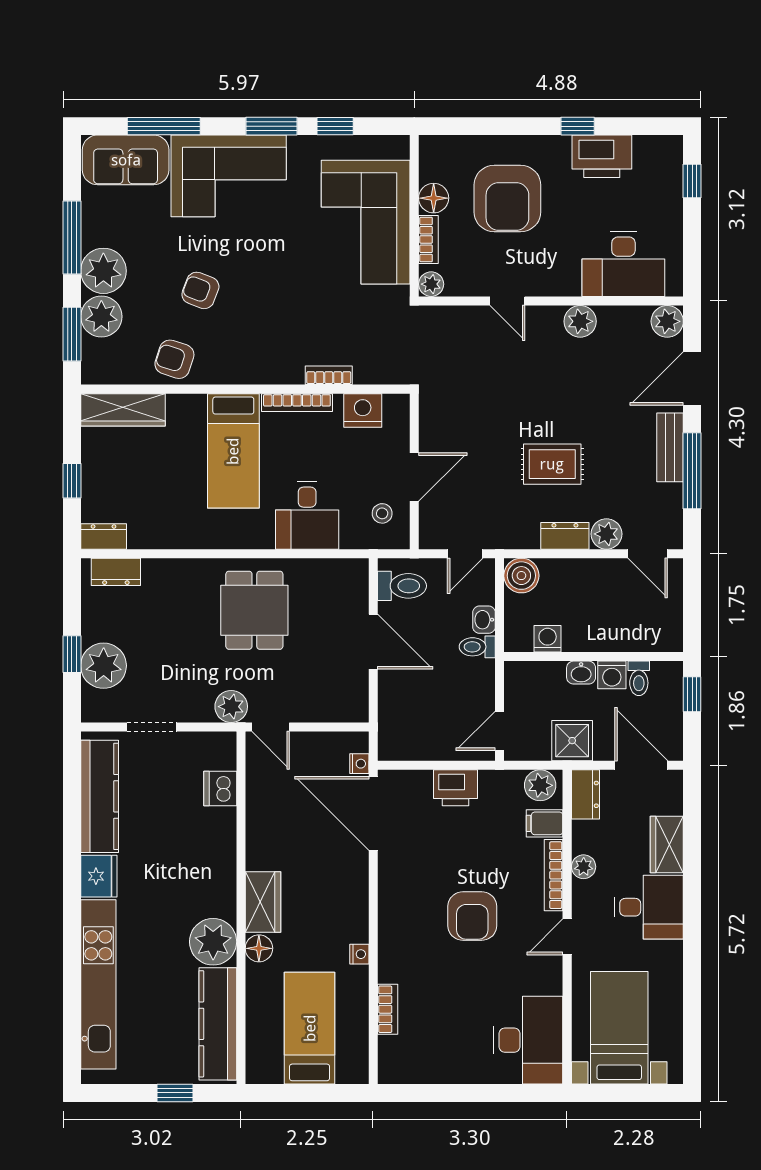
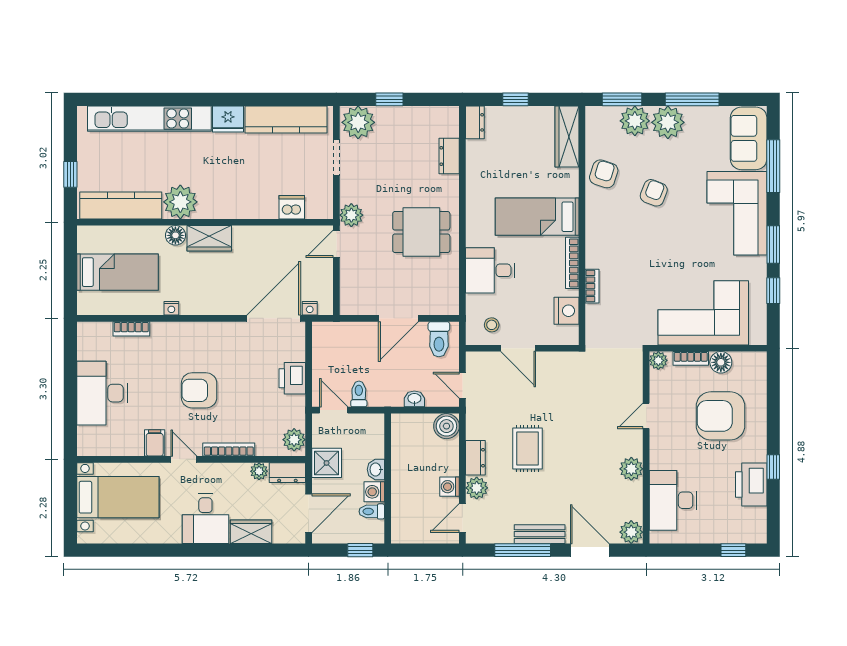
dresser: (116, 572) -> (449, 156), moved
washing machine: (548, 639) -> (449, 487), moved, turned 180
toilet: (477, 647) -> (359, 394), moved
plant: (104, 666) -> (358, 122), moved
filing cabinet: (545, 823) -> (155, 443), moved
plant: (584, 867) -> (259, 471), moved
desk: (528, 1040) -> (102, 393), moved, turned 90

